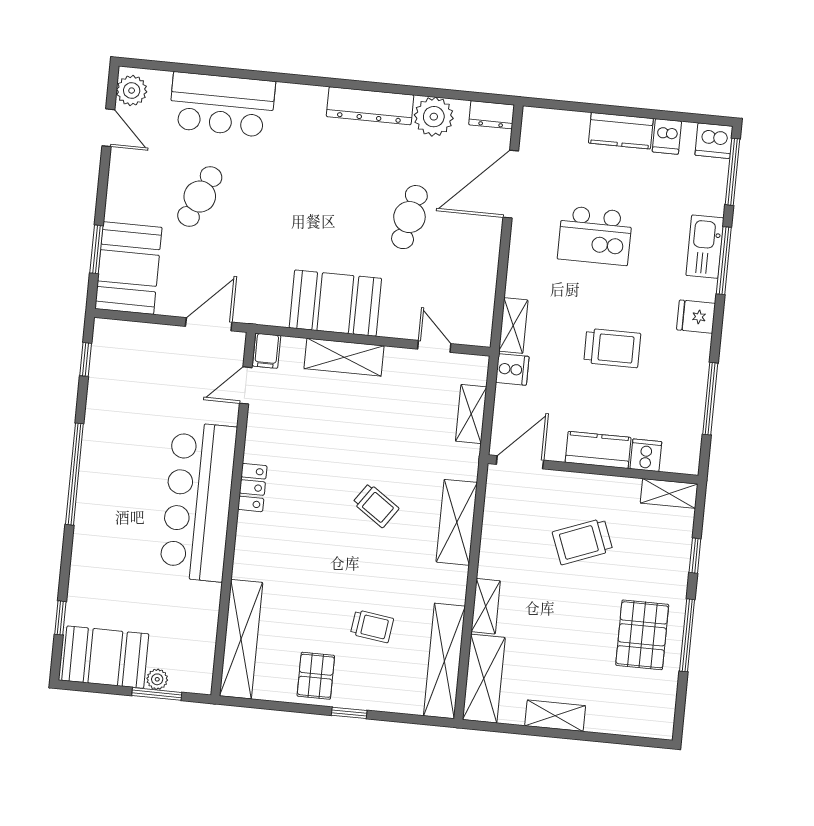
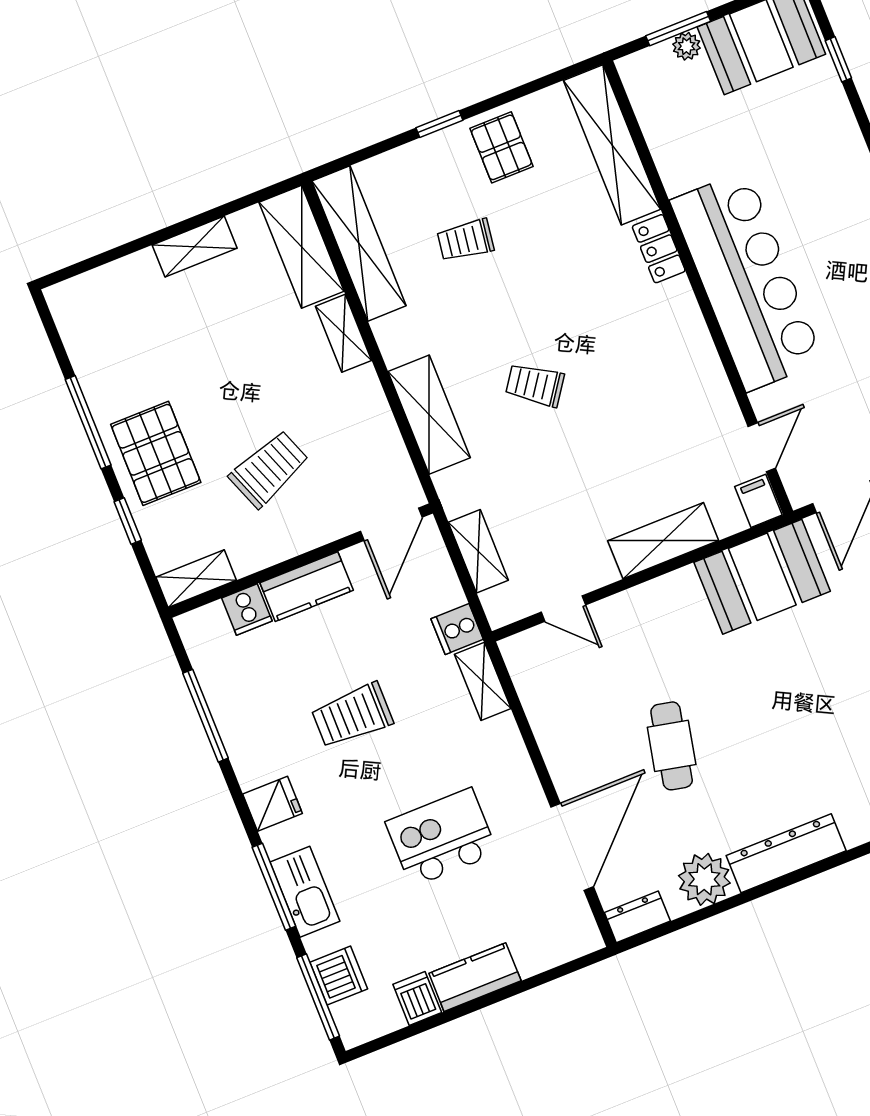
dishwasher: (714, 141) -> (339, 976), moved, turned 90
booth: (335, 303) -> (762, 577), moved
locker: (252, 488) -> (659, 249), moved
pallet: (642, 635) -> (156, 453), moved

